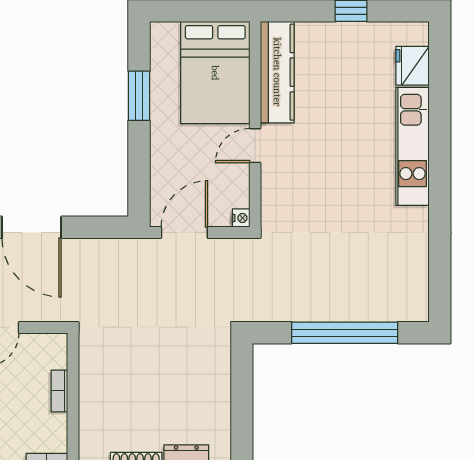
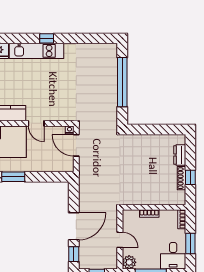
window: (440, 168) -> (47, 38), added
door: (184, 233) -> (76, 145), moved

